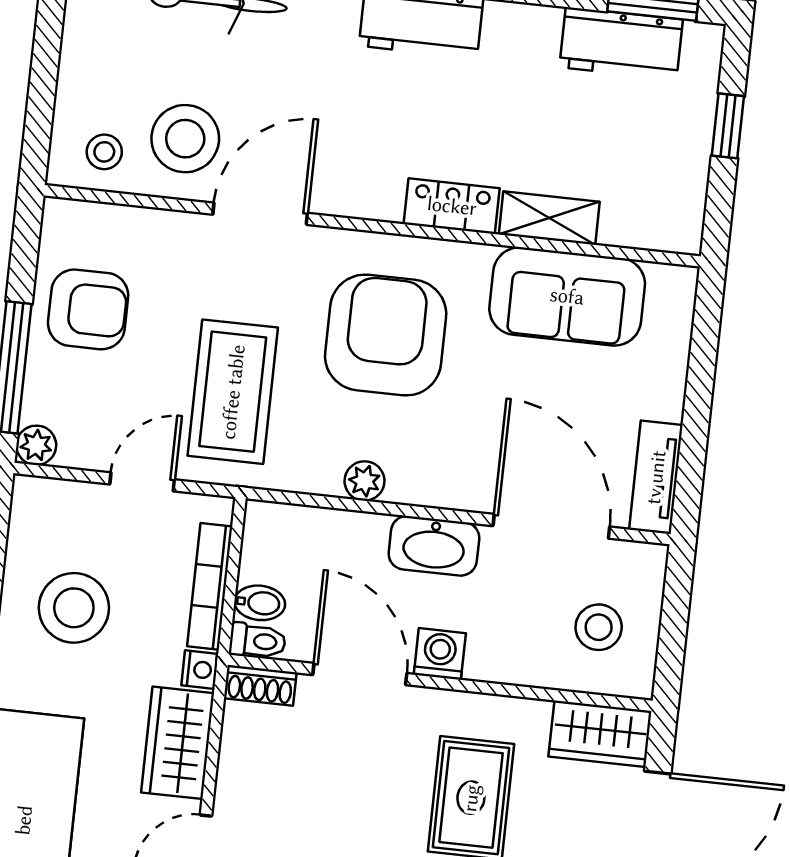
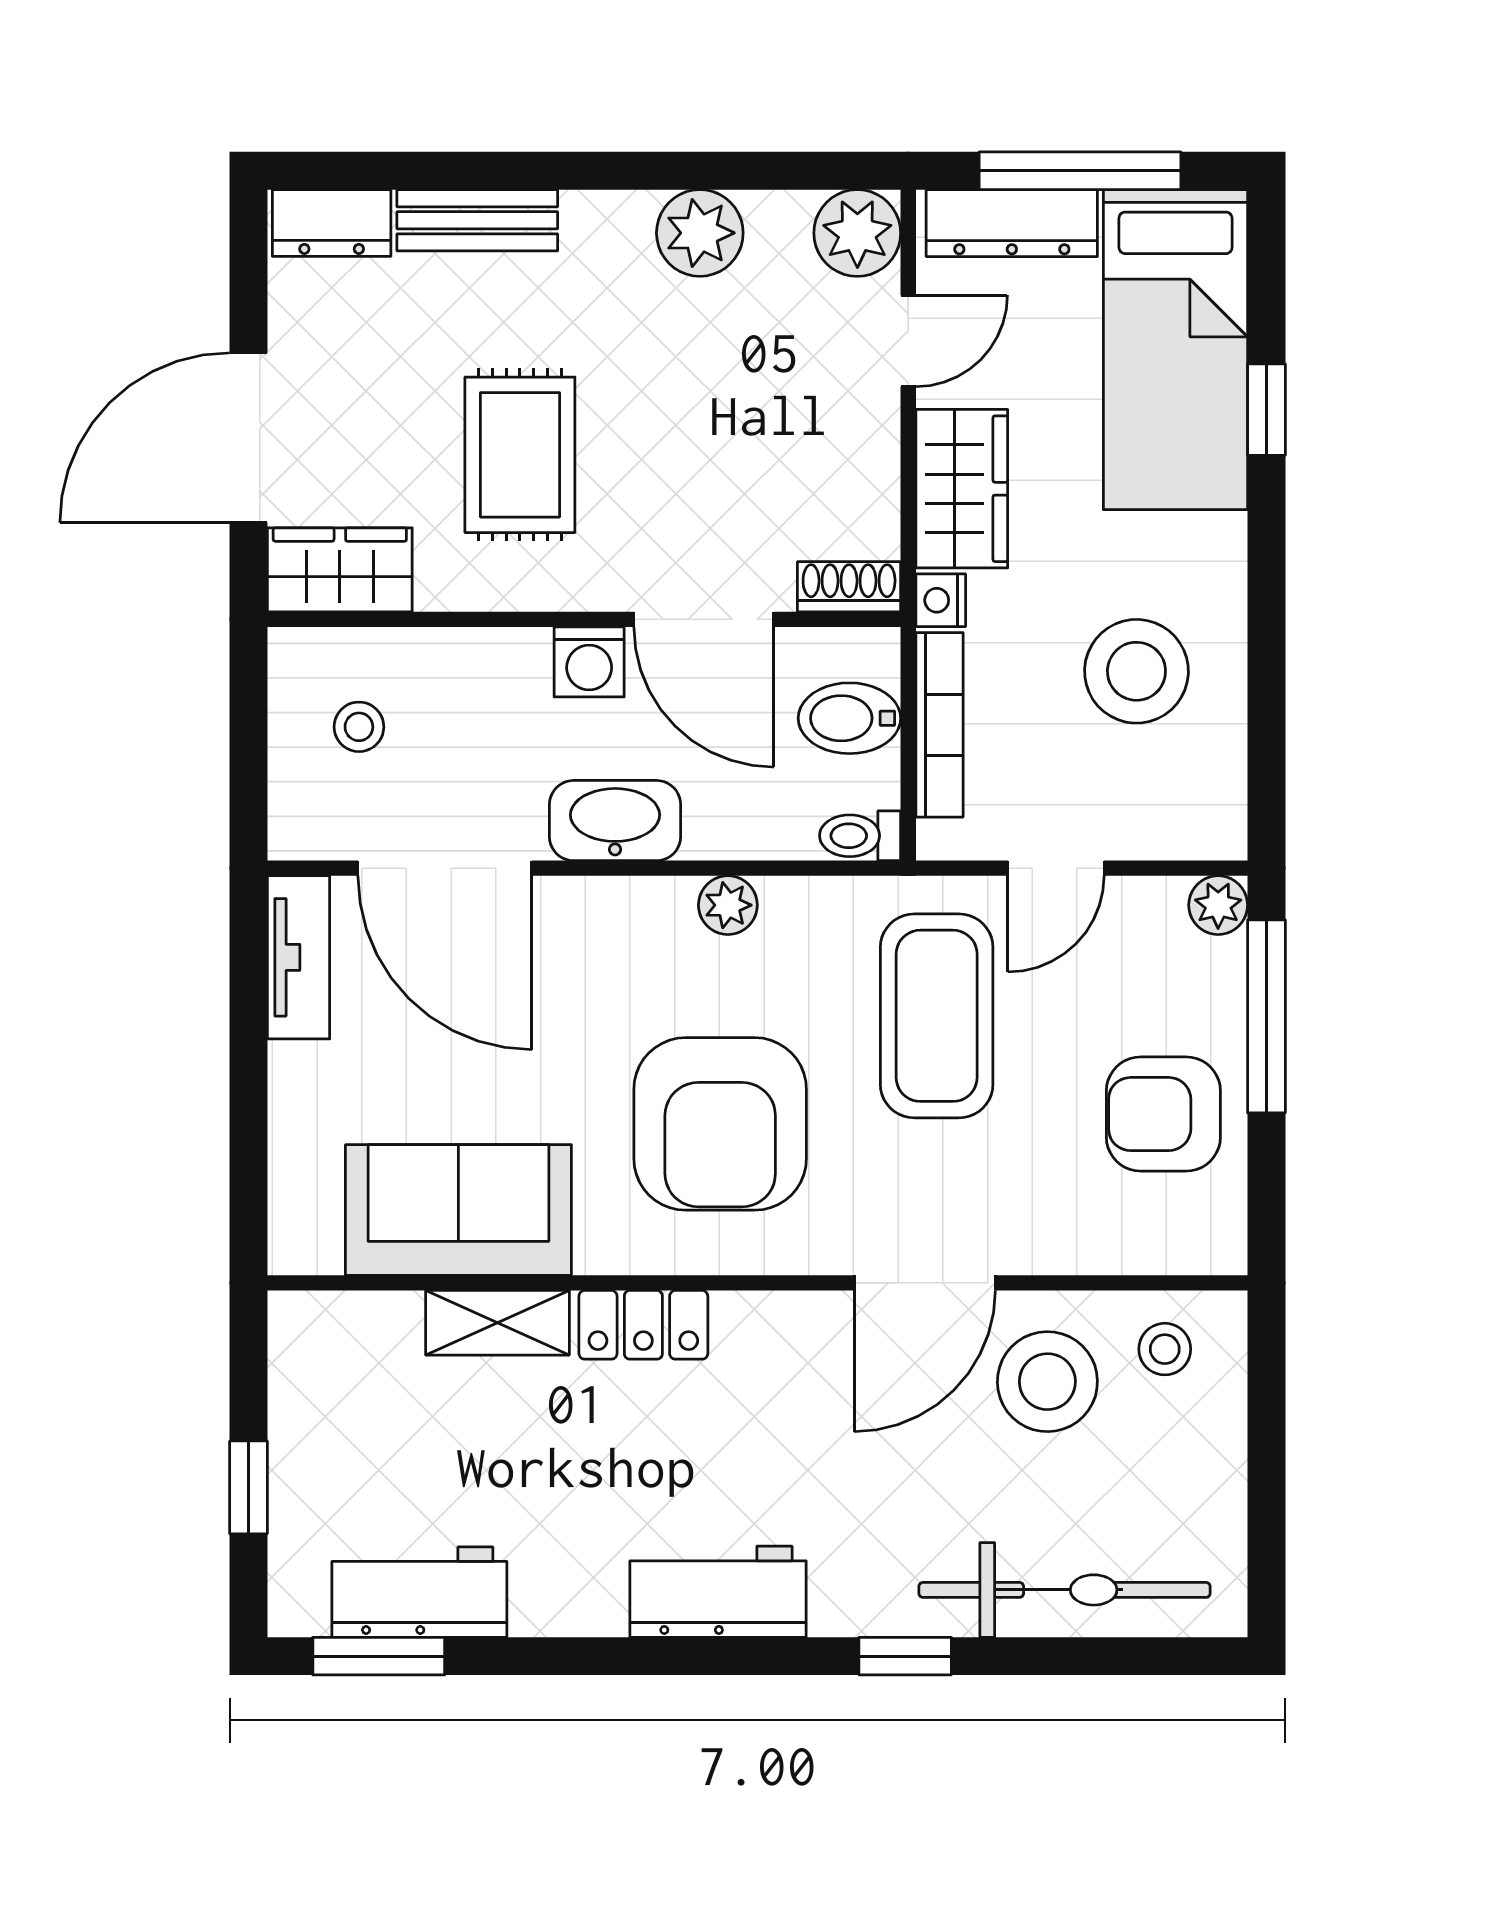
bidet: (260, 603) -> (849, 718), width x1.38, depth x1.36
stool: (599, 627) -> (359, 727), width x0.73, depth x0.73
toilet: (258, 641) -> (860, 836), moved

